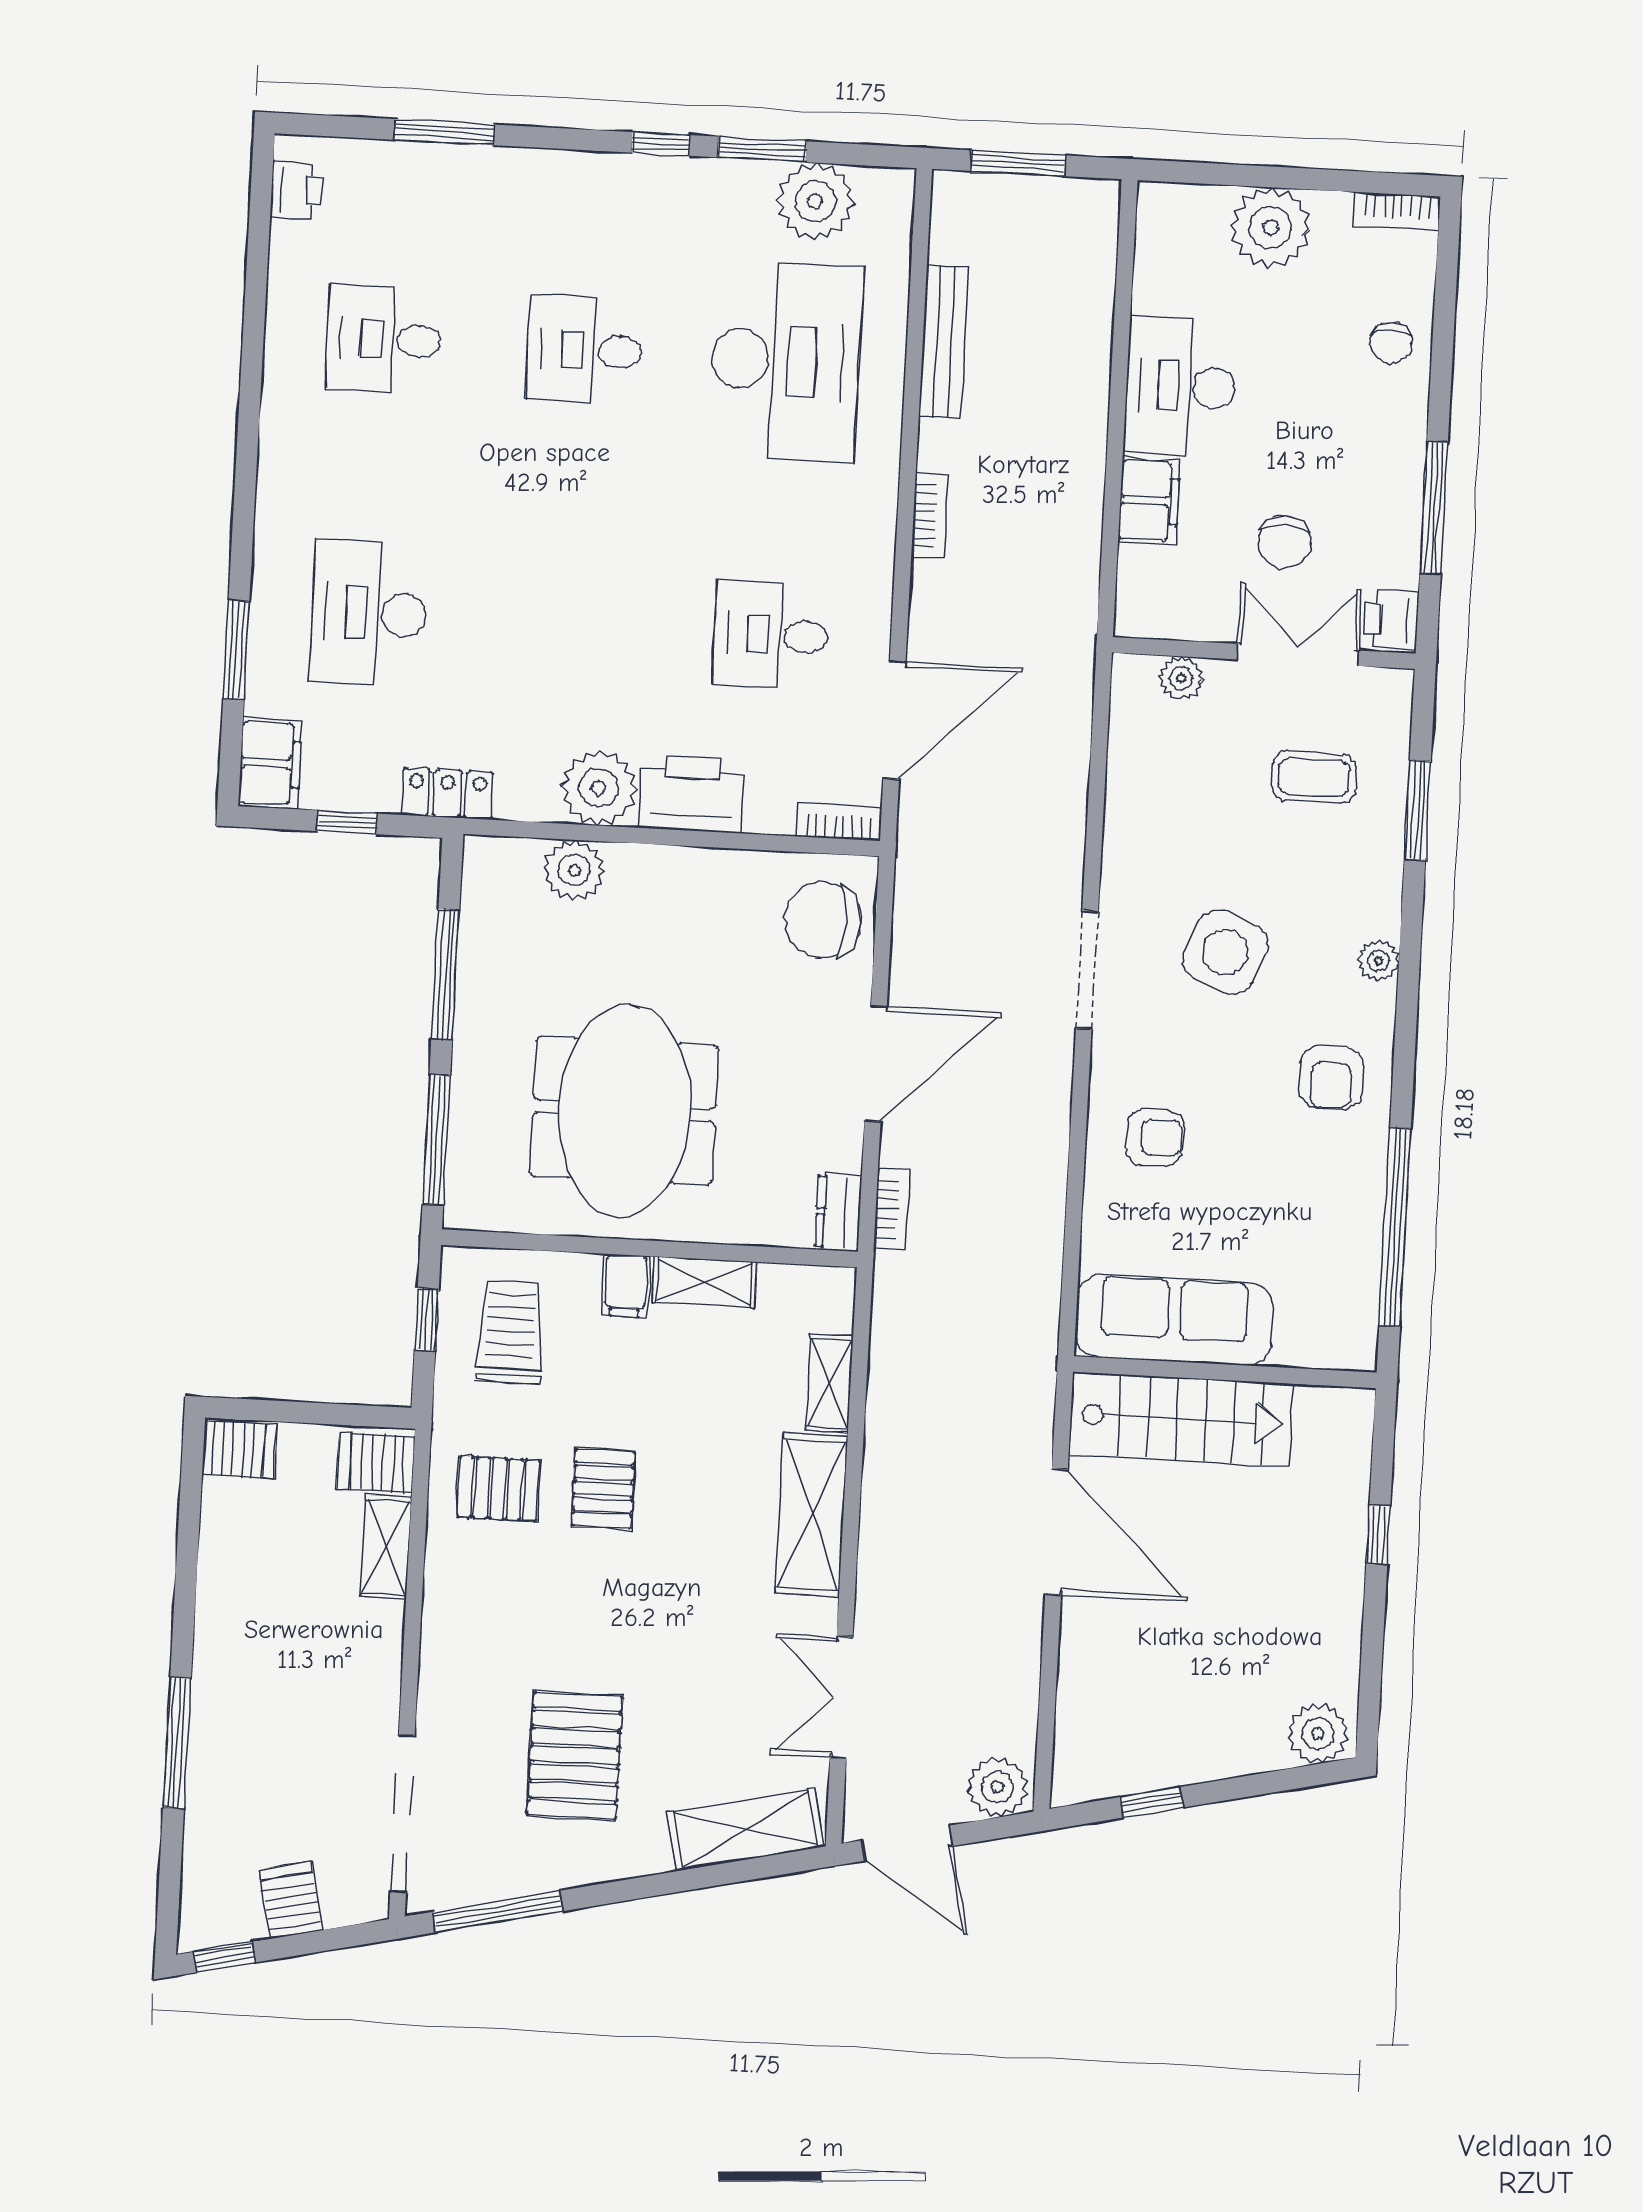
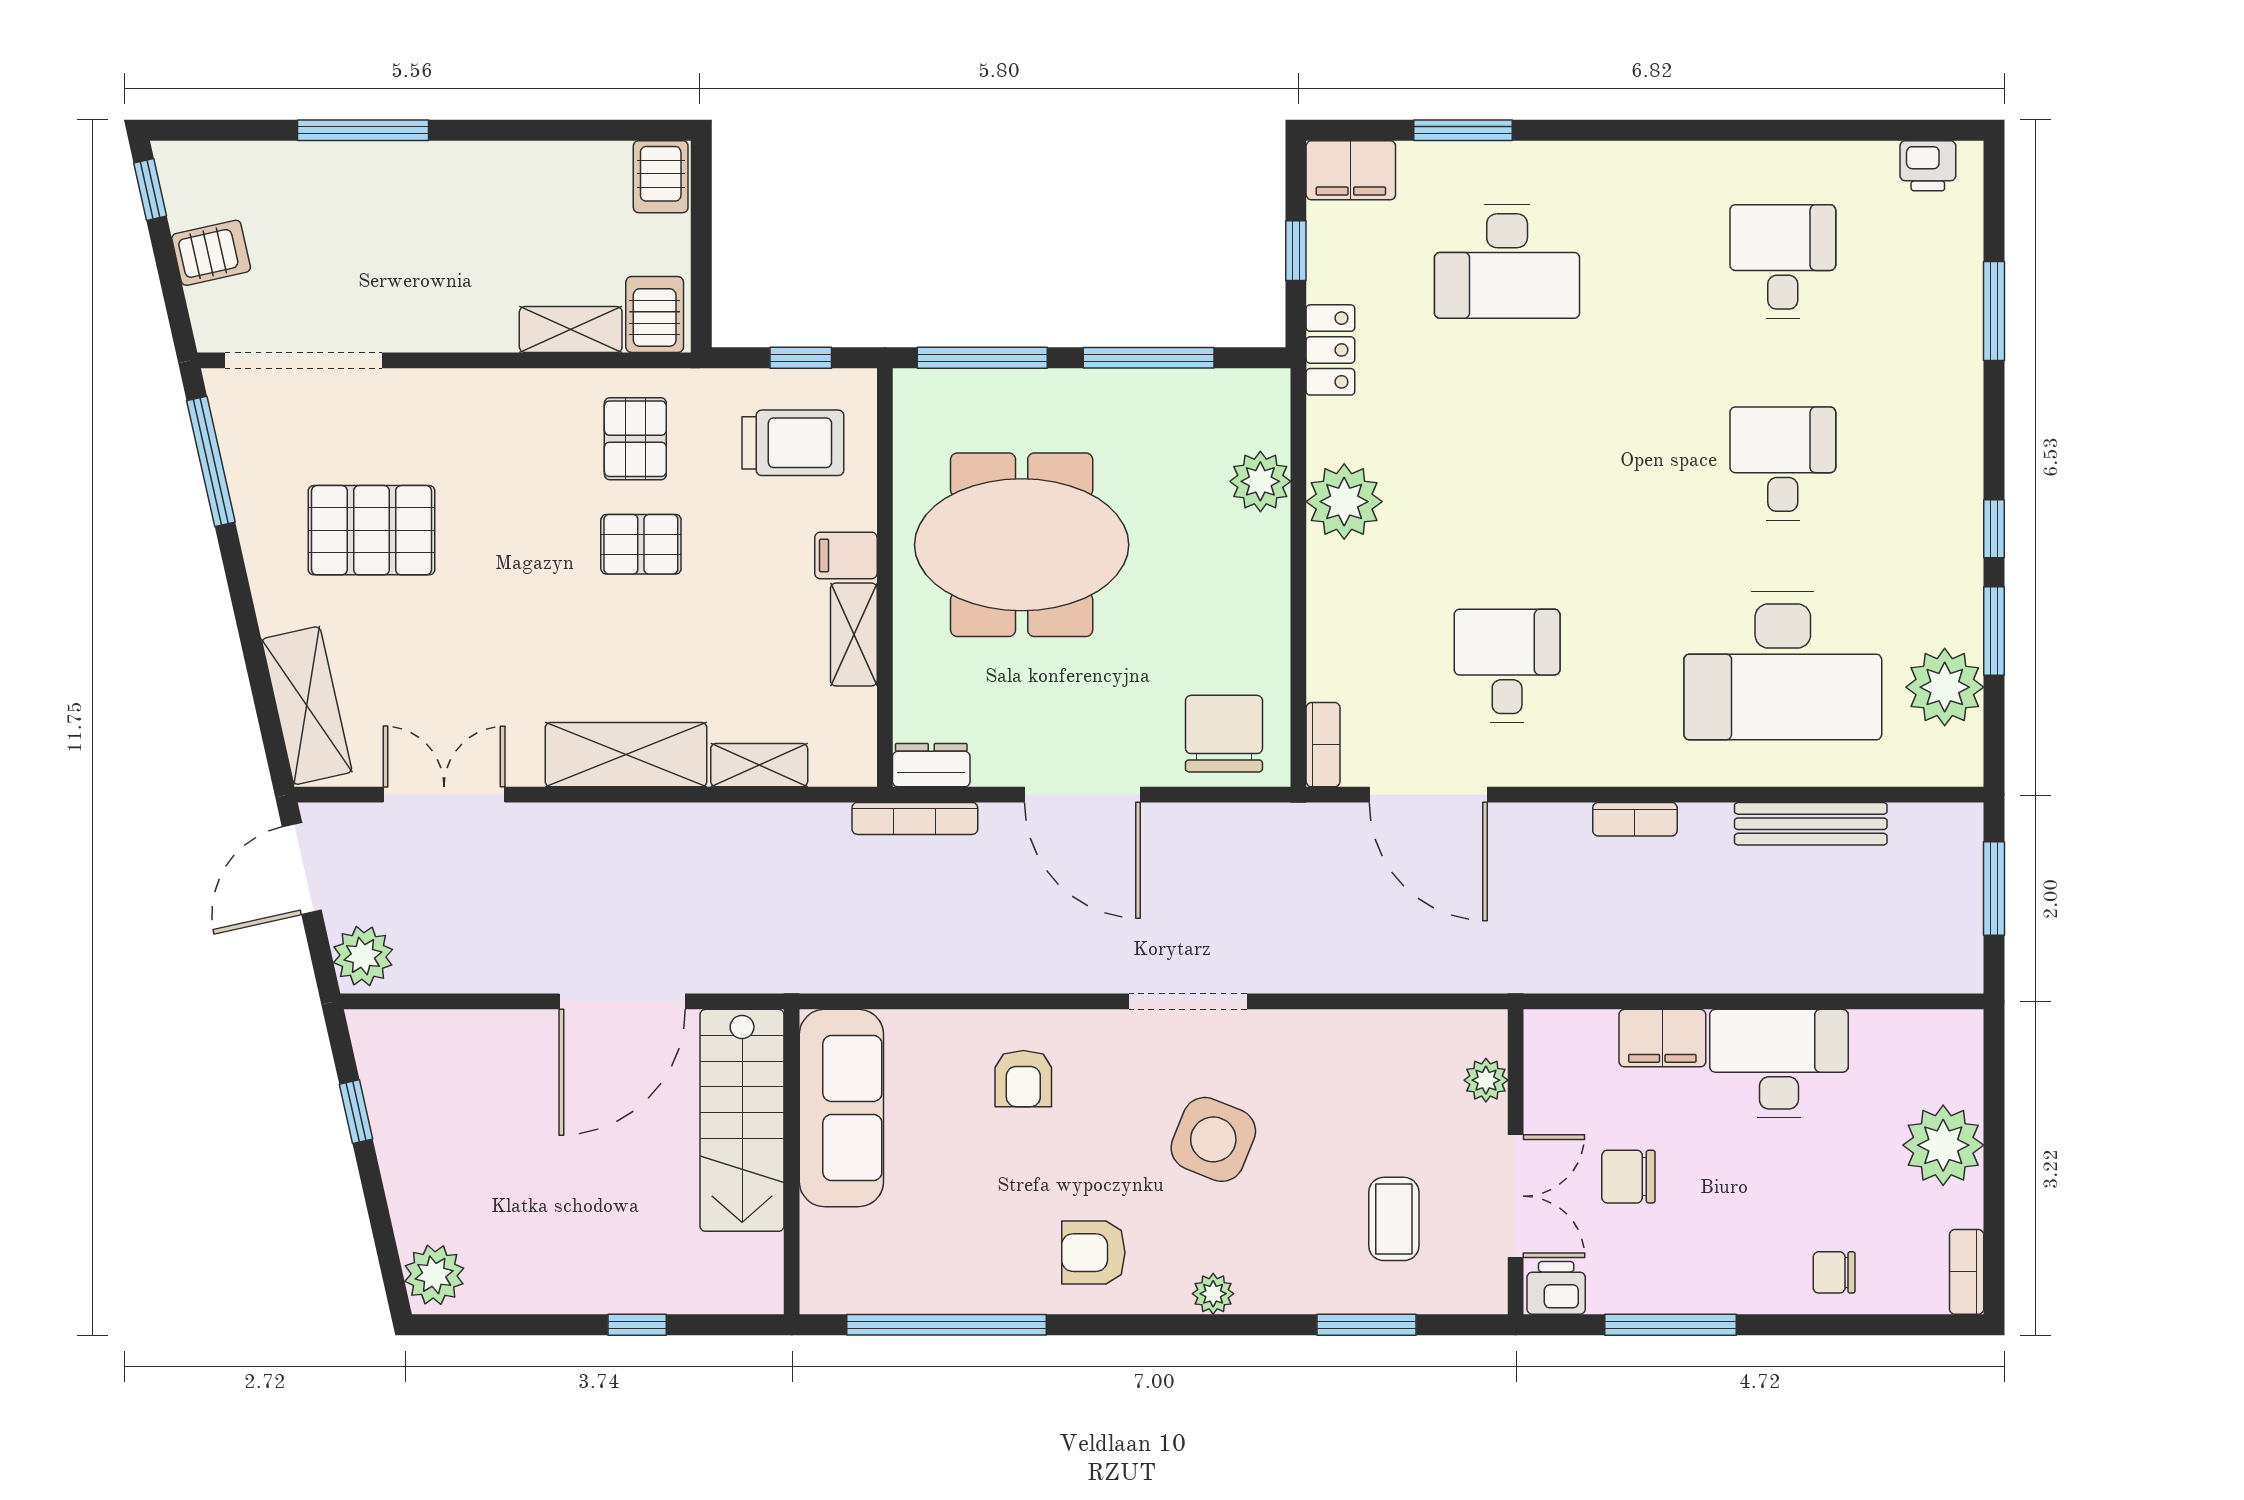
desk: (369, 613) -> (1507, 261), turned 180
printer: (692, 794) -> (1343, 595), removed
bookcase: (892, 1209) -> (915, 818), width x1.56

